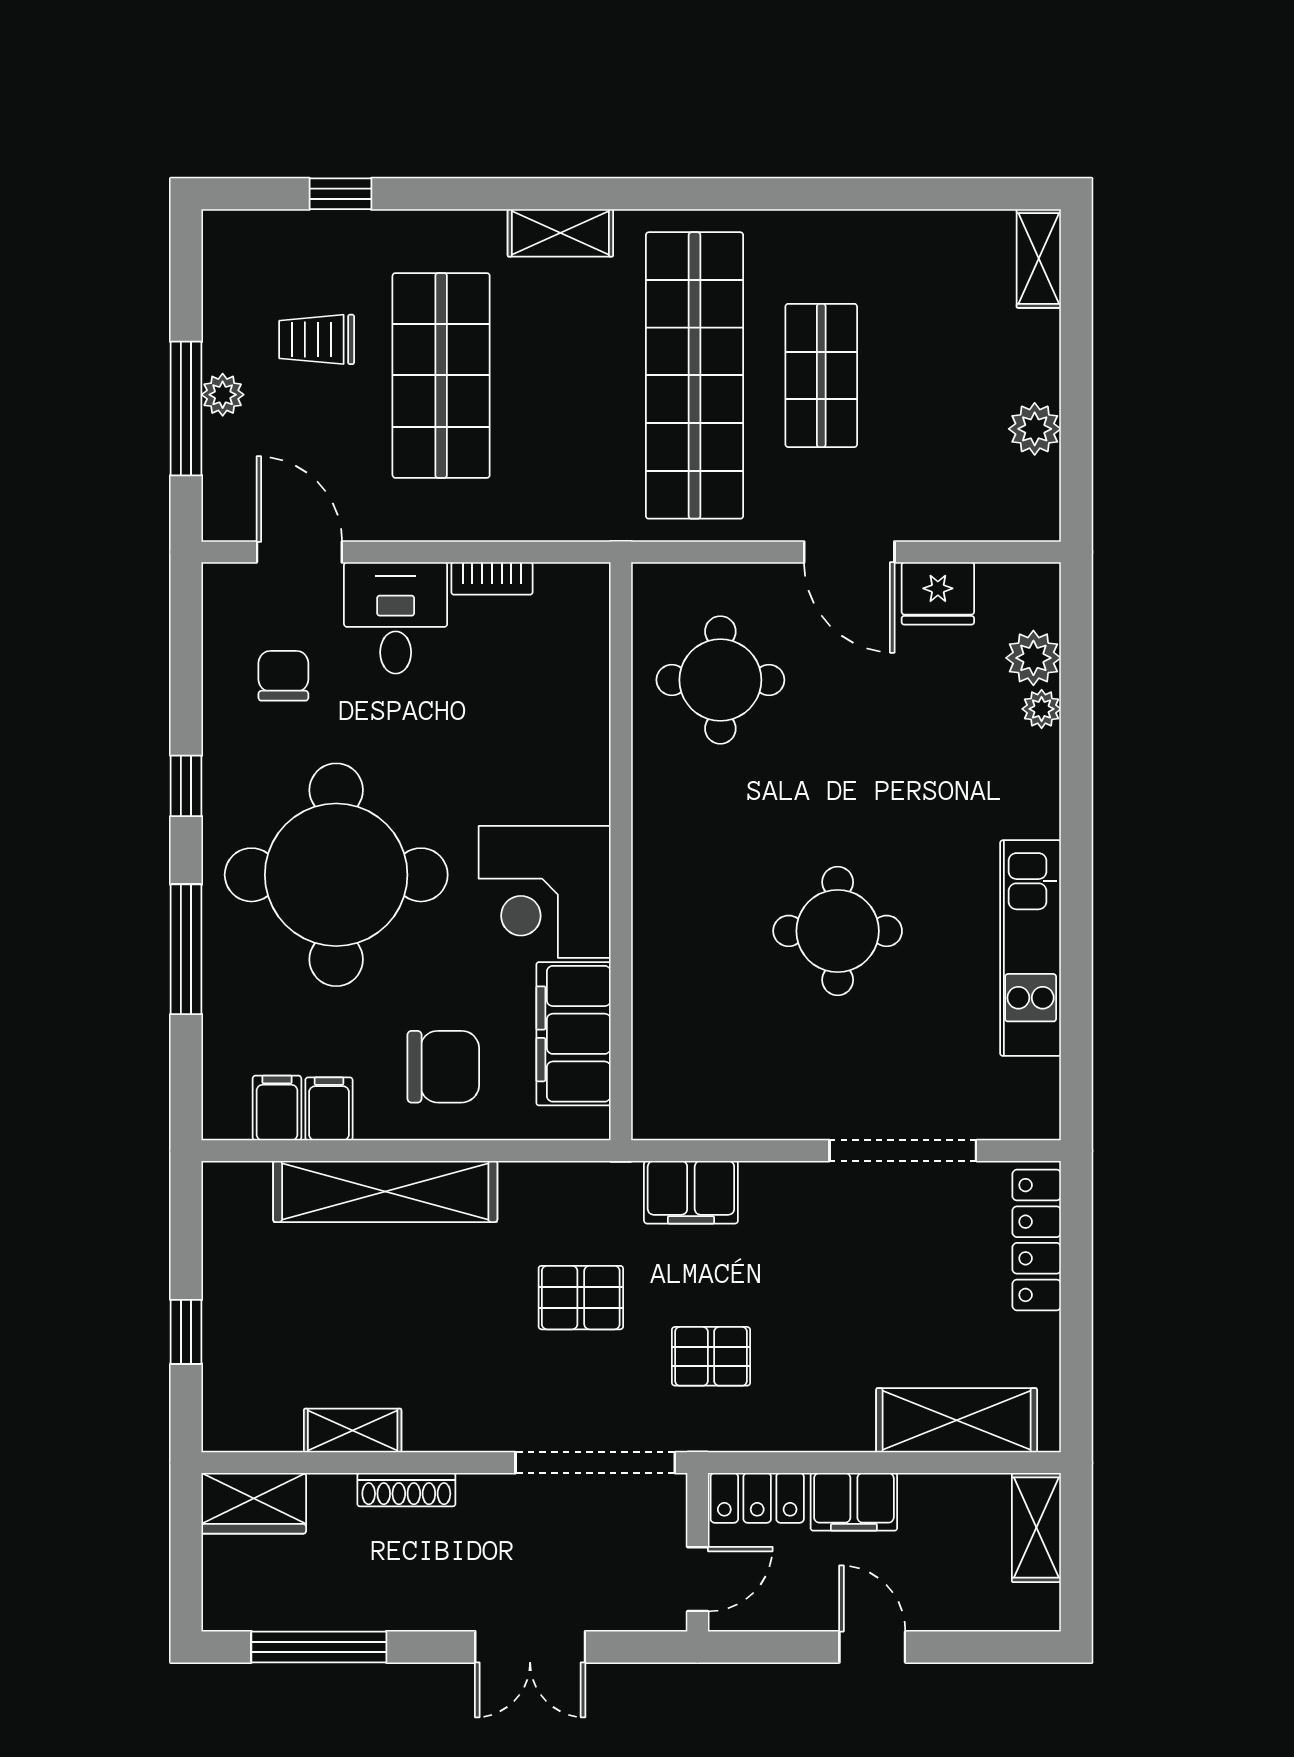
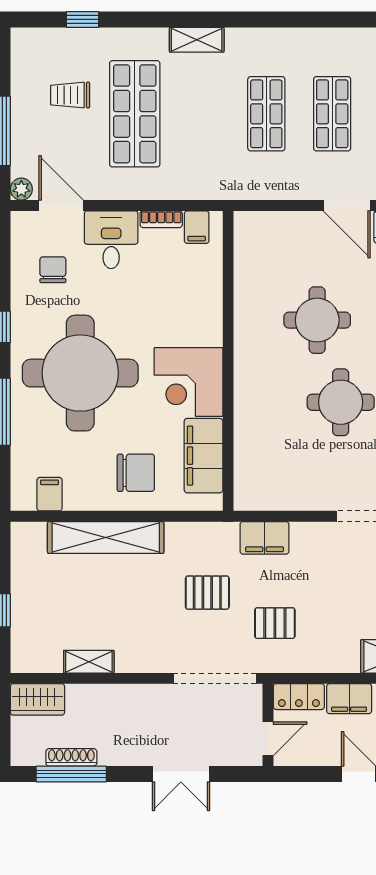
shop shelf: (695, 375) -> (266, 114), width x0.50, depth x0.74
plant: (223, 395) -> (21, 189), moved
round table: (720, 680) -> (317, 320), moved
filing cabinet: (329, 1109) -> (197, 227), moved, turned 180
shoe rack: (406, 1490) -> (71, 757), moved, turned 180

